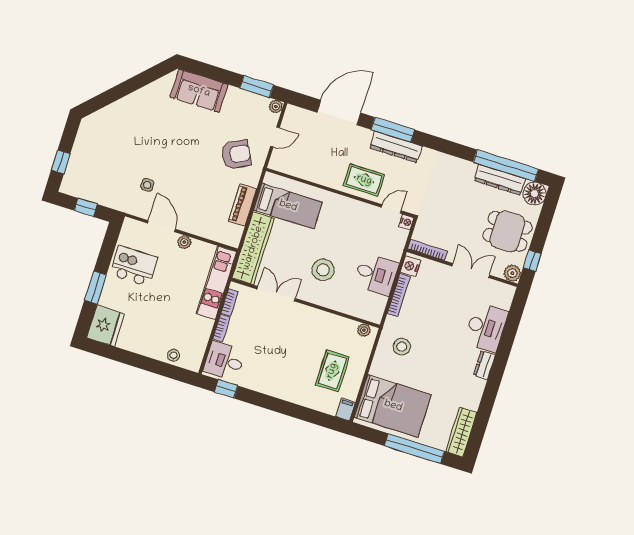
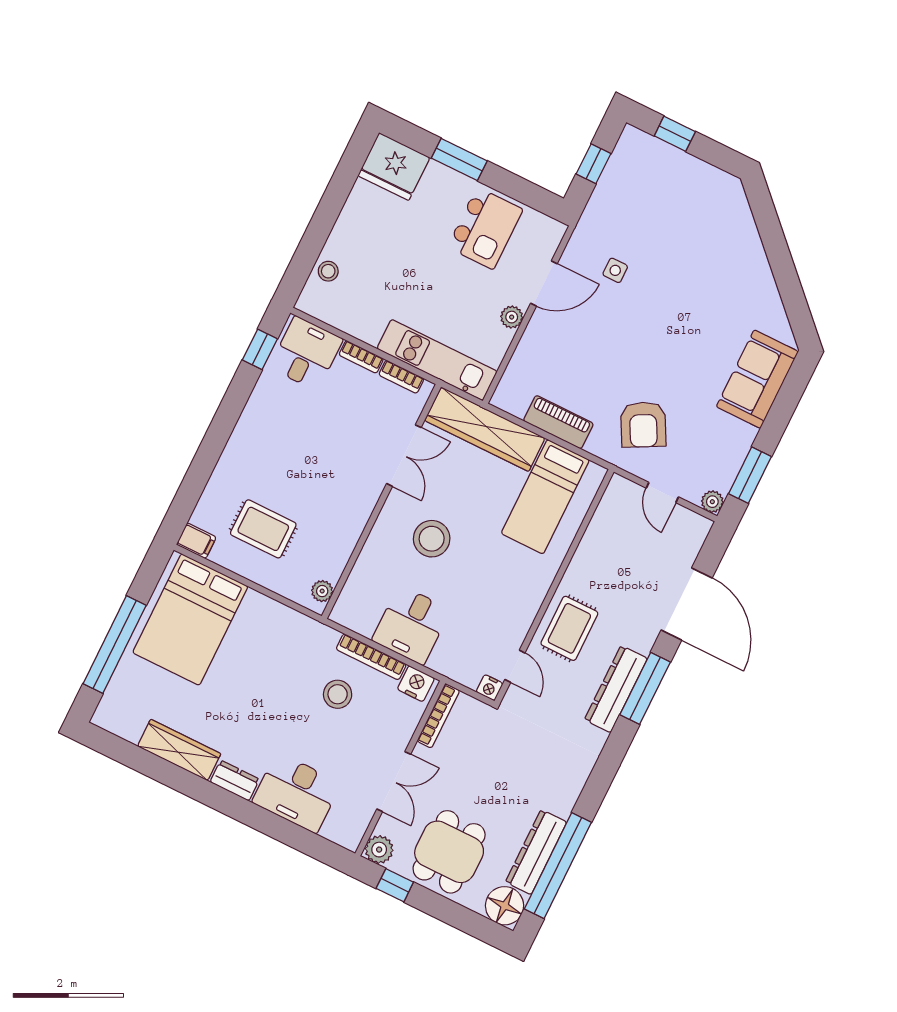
stool: (402, 347) -> (338, 694), moved
wardrobe: (461, 432) -> (179, 750), moved

